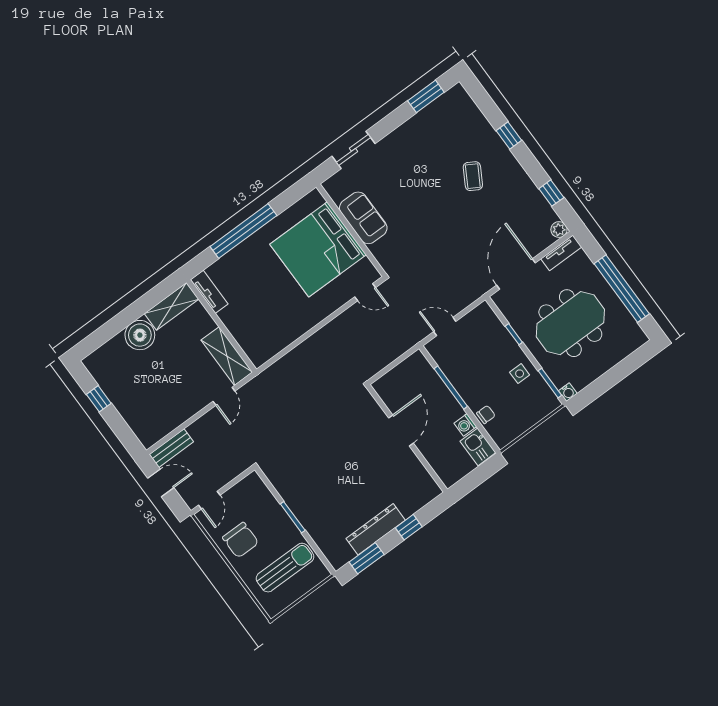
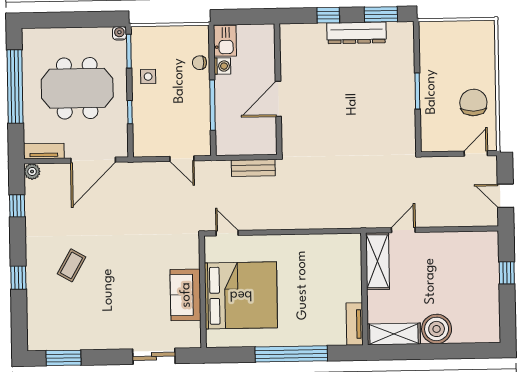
window: (99, 399) -> (507, 273), moved
bench: (171, 448) -> (253, 168), moved
sun lounger: (285, 568) -> (453, 54), removed

